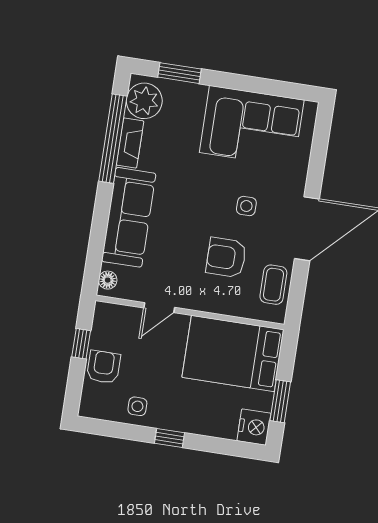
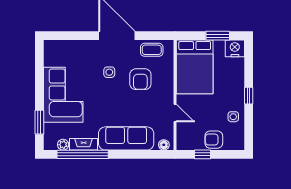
plant: (144, 101) -> (63, 145), width x0.53, depth x0.53
corner sofa: (252, 126) -> (63, 95), moved

